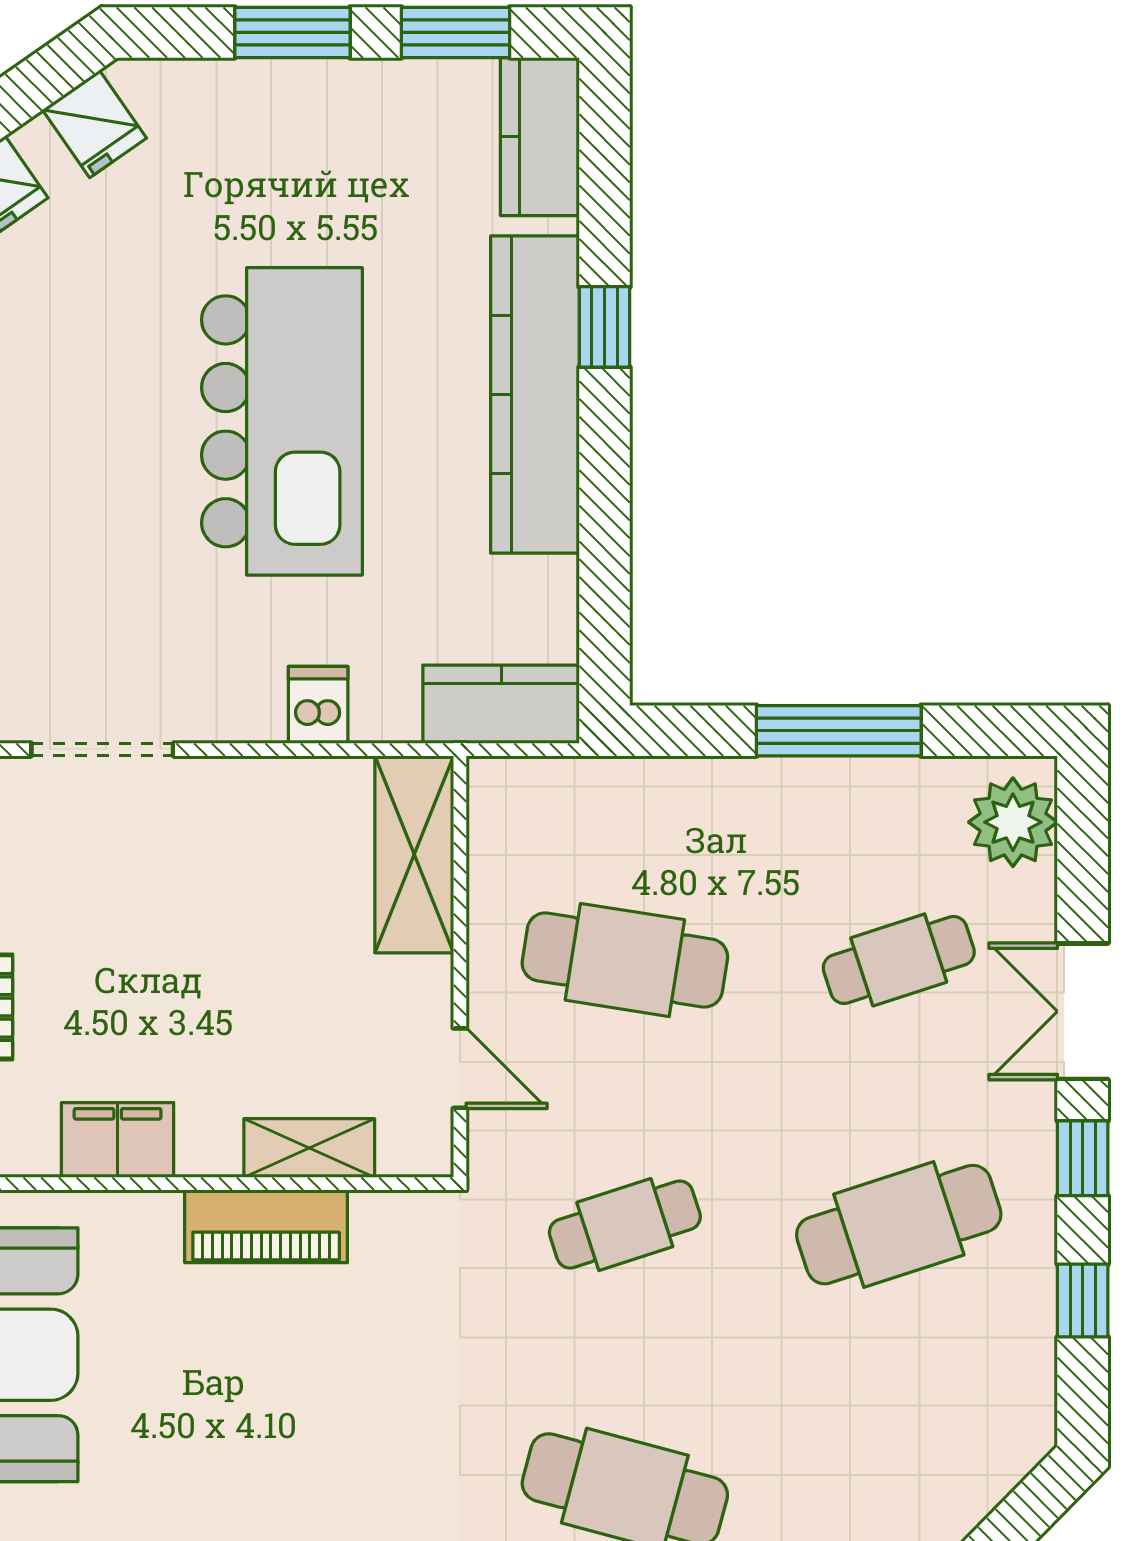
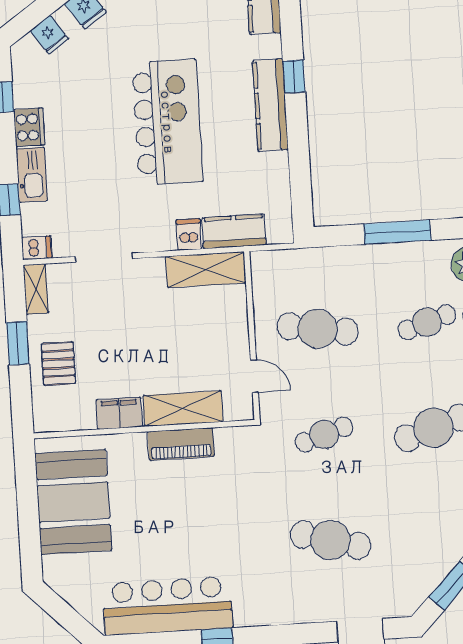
kitchen counter: (535, 395) -> (270, 105), width x0.72, depth x0.86
kitchen counter: (501, 704) -> (234, 231), moved
shelving: (414, 854) -> (206, 270), moved, turned 90
shelving: (309, 1148) -> (183, 409), width x1.50, depth x1.33

